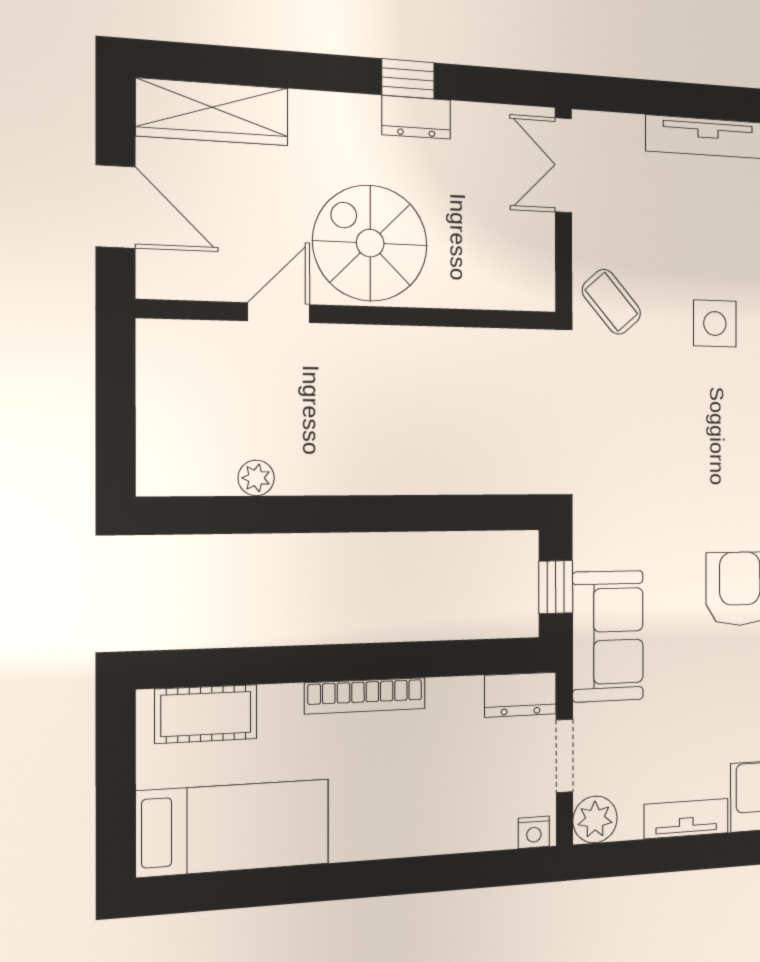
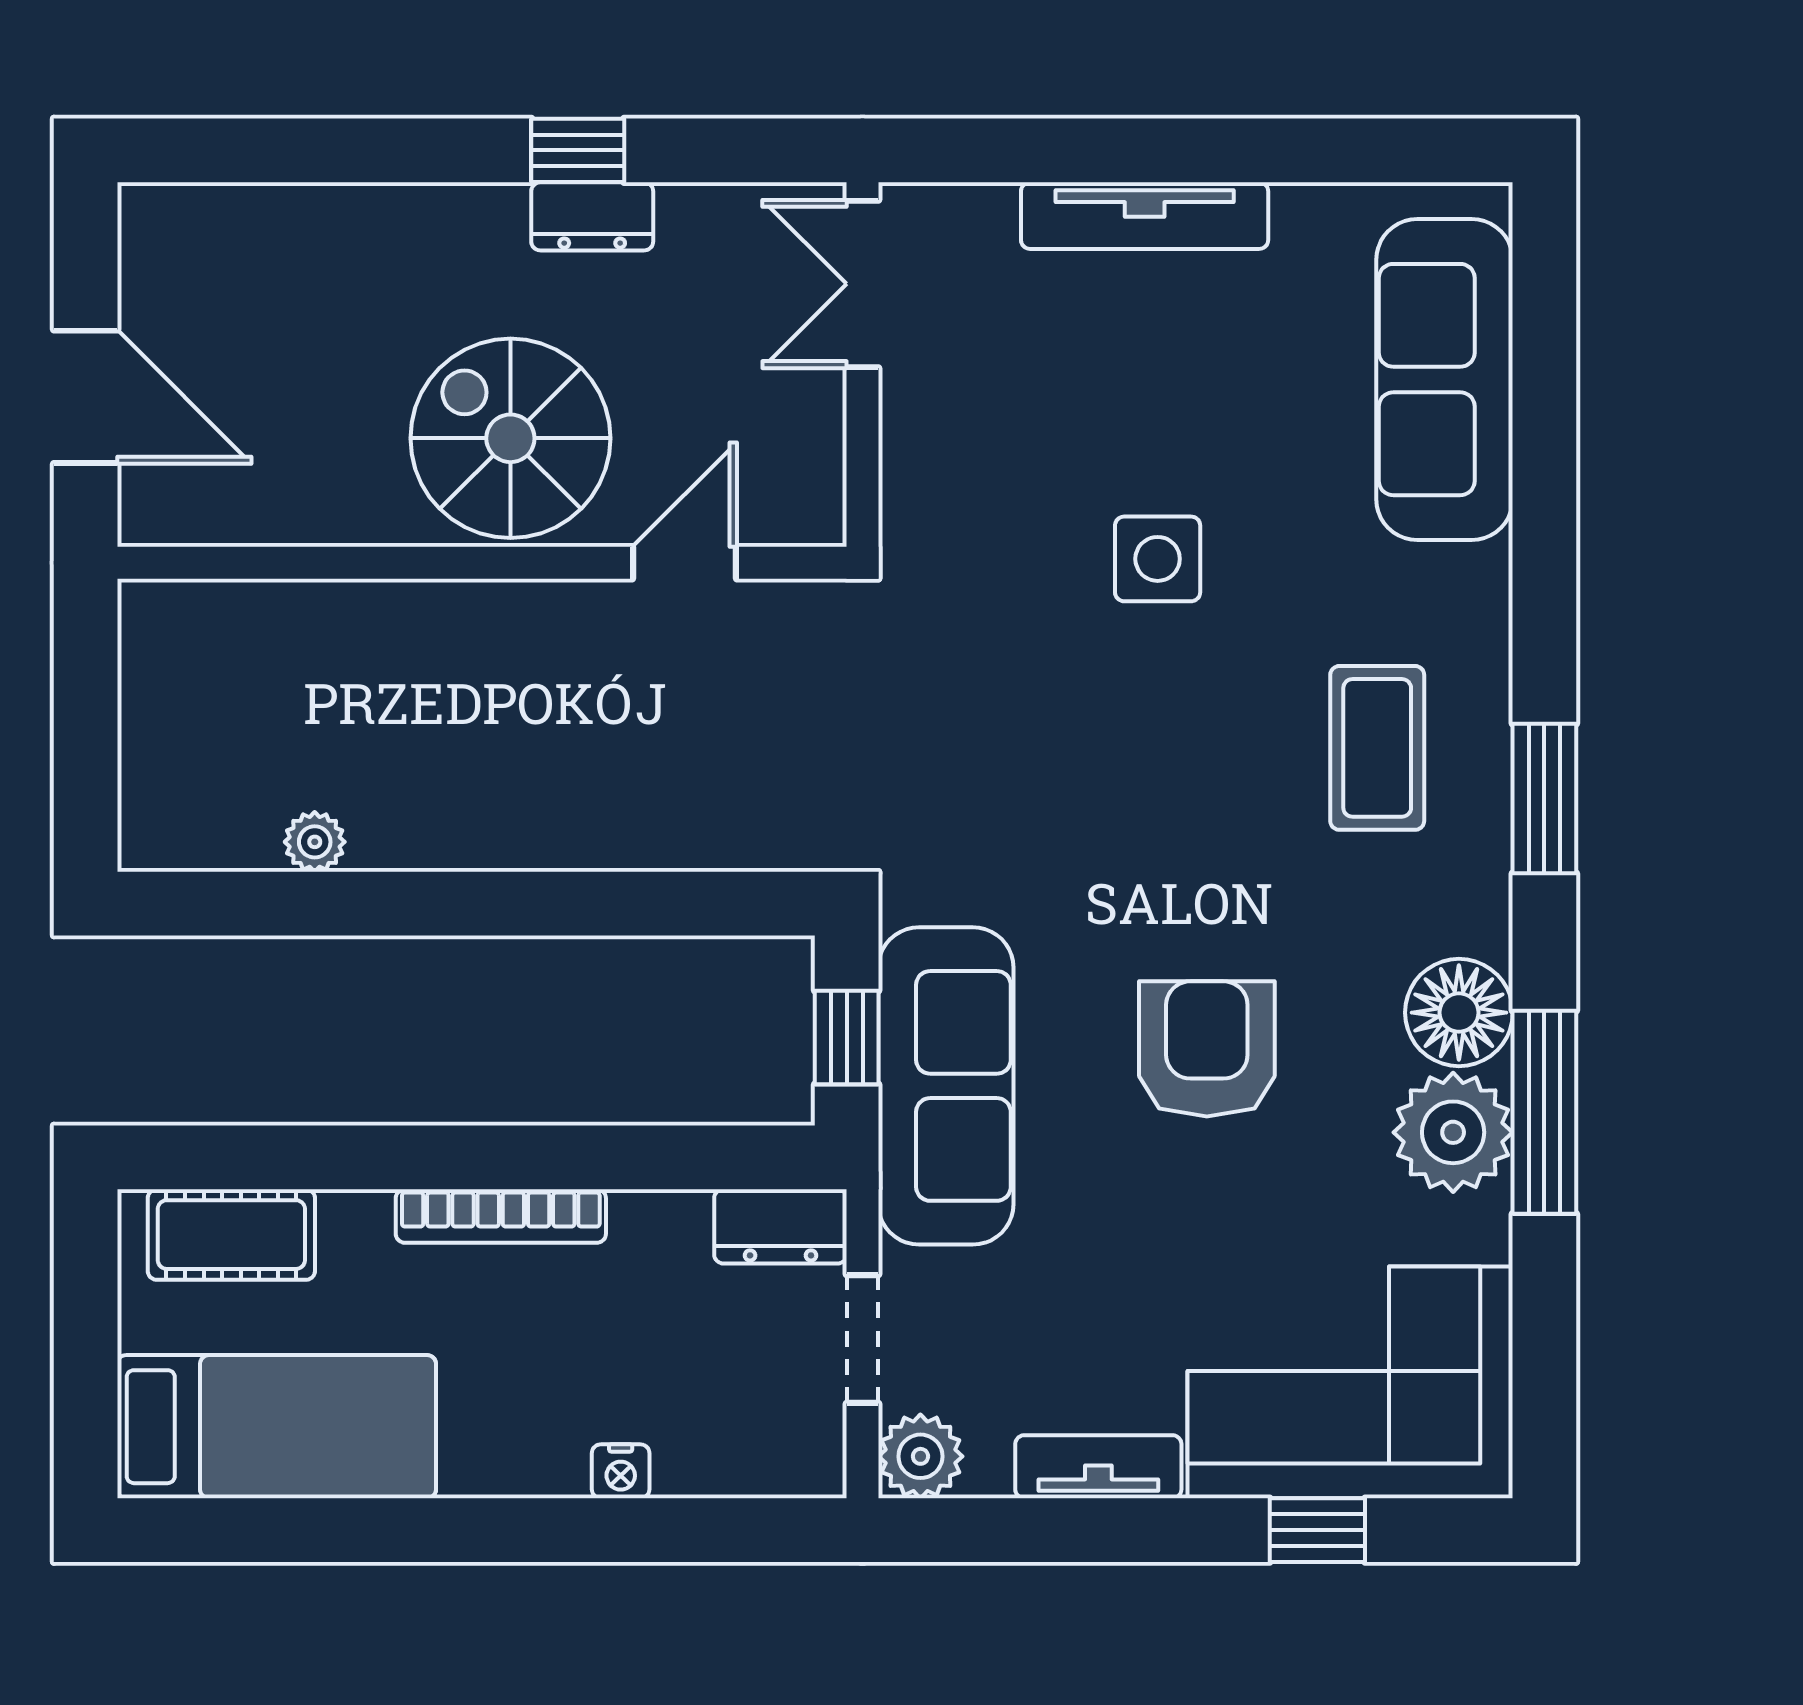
wardrobe: (213, 112) -> (243, 231), removed
coffee table: (611, 302) -> (954, 525), removed
door: (279, 313) -> (685, 563), moved
sofa: (608, 636) -> (946, 1086), width x1.36
nightstand: (534, 832) -> (621, 1471), moved

